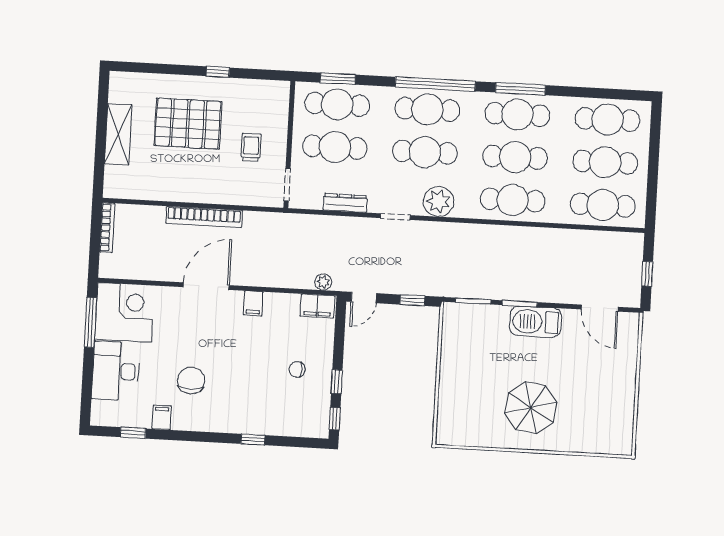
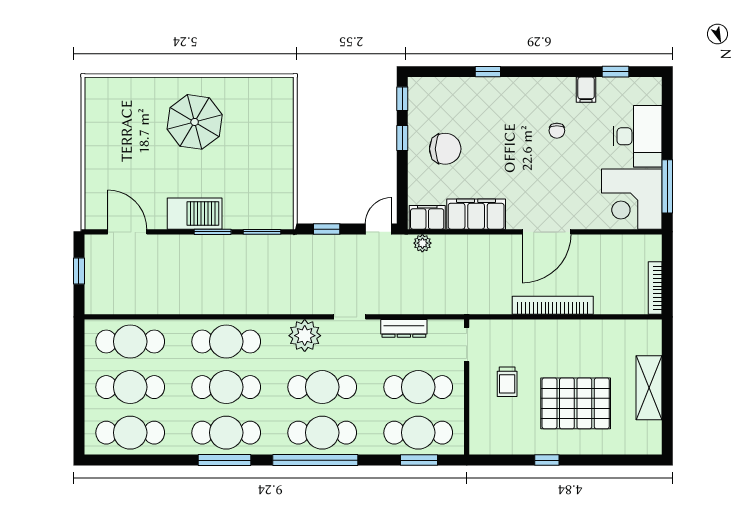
filing cabinet: (253, 303) -> (476, 214), width x3.00, depth x1.17
chair: (297, 369) -> (445, 149), width x1.87, depth x1.87
chair: (191, 381) -> (557, 131), width x0.54, depth x0.54

